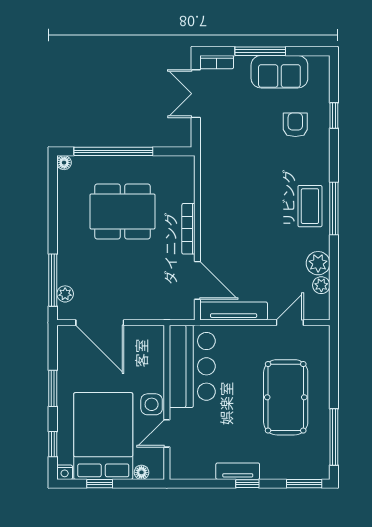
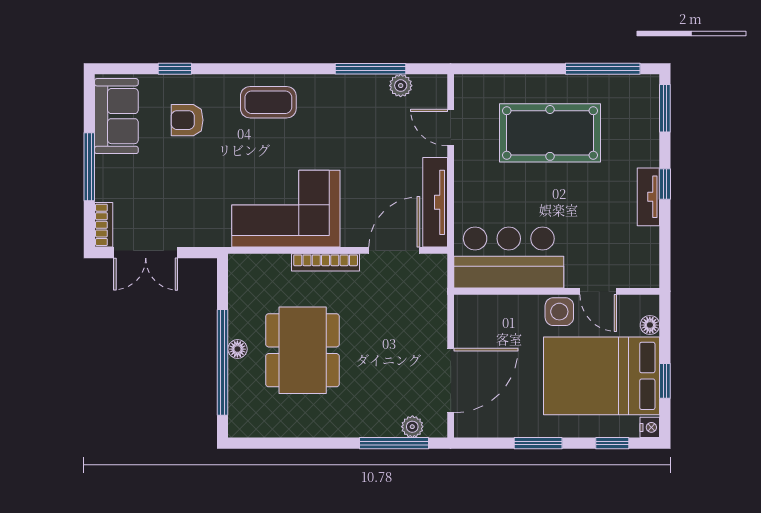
sofa: (279, 72) -> (116, 116), moved
floor lamp: (64, 163) -> (237, 349), moved
corner sofa: (229, 199) -> (286, 209), added
coffee table: (310, 206) -> (268, 102), moved
window: (334, 209) -> (371, 69), moved
plant: (318, 263) -> (371, 90), removed

